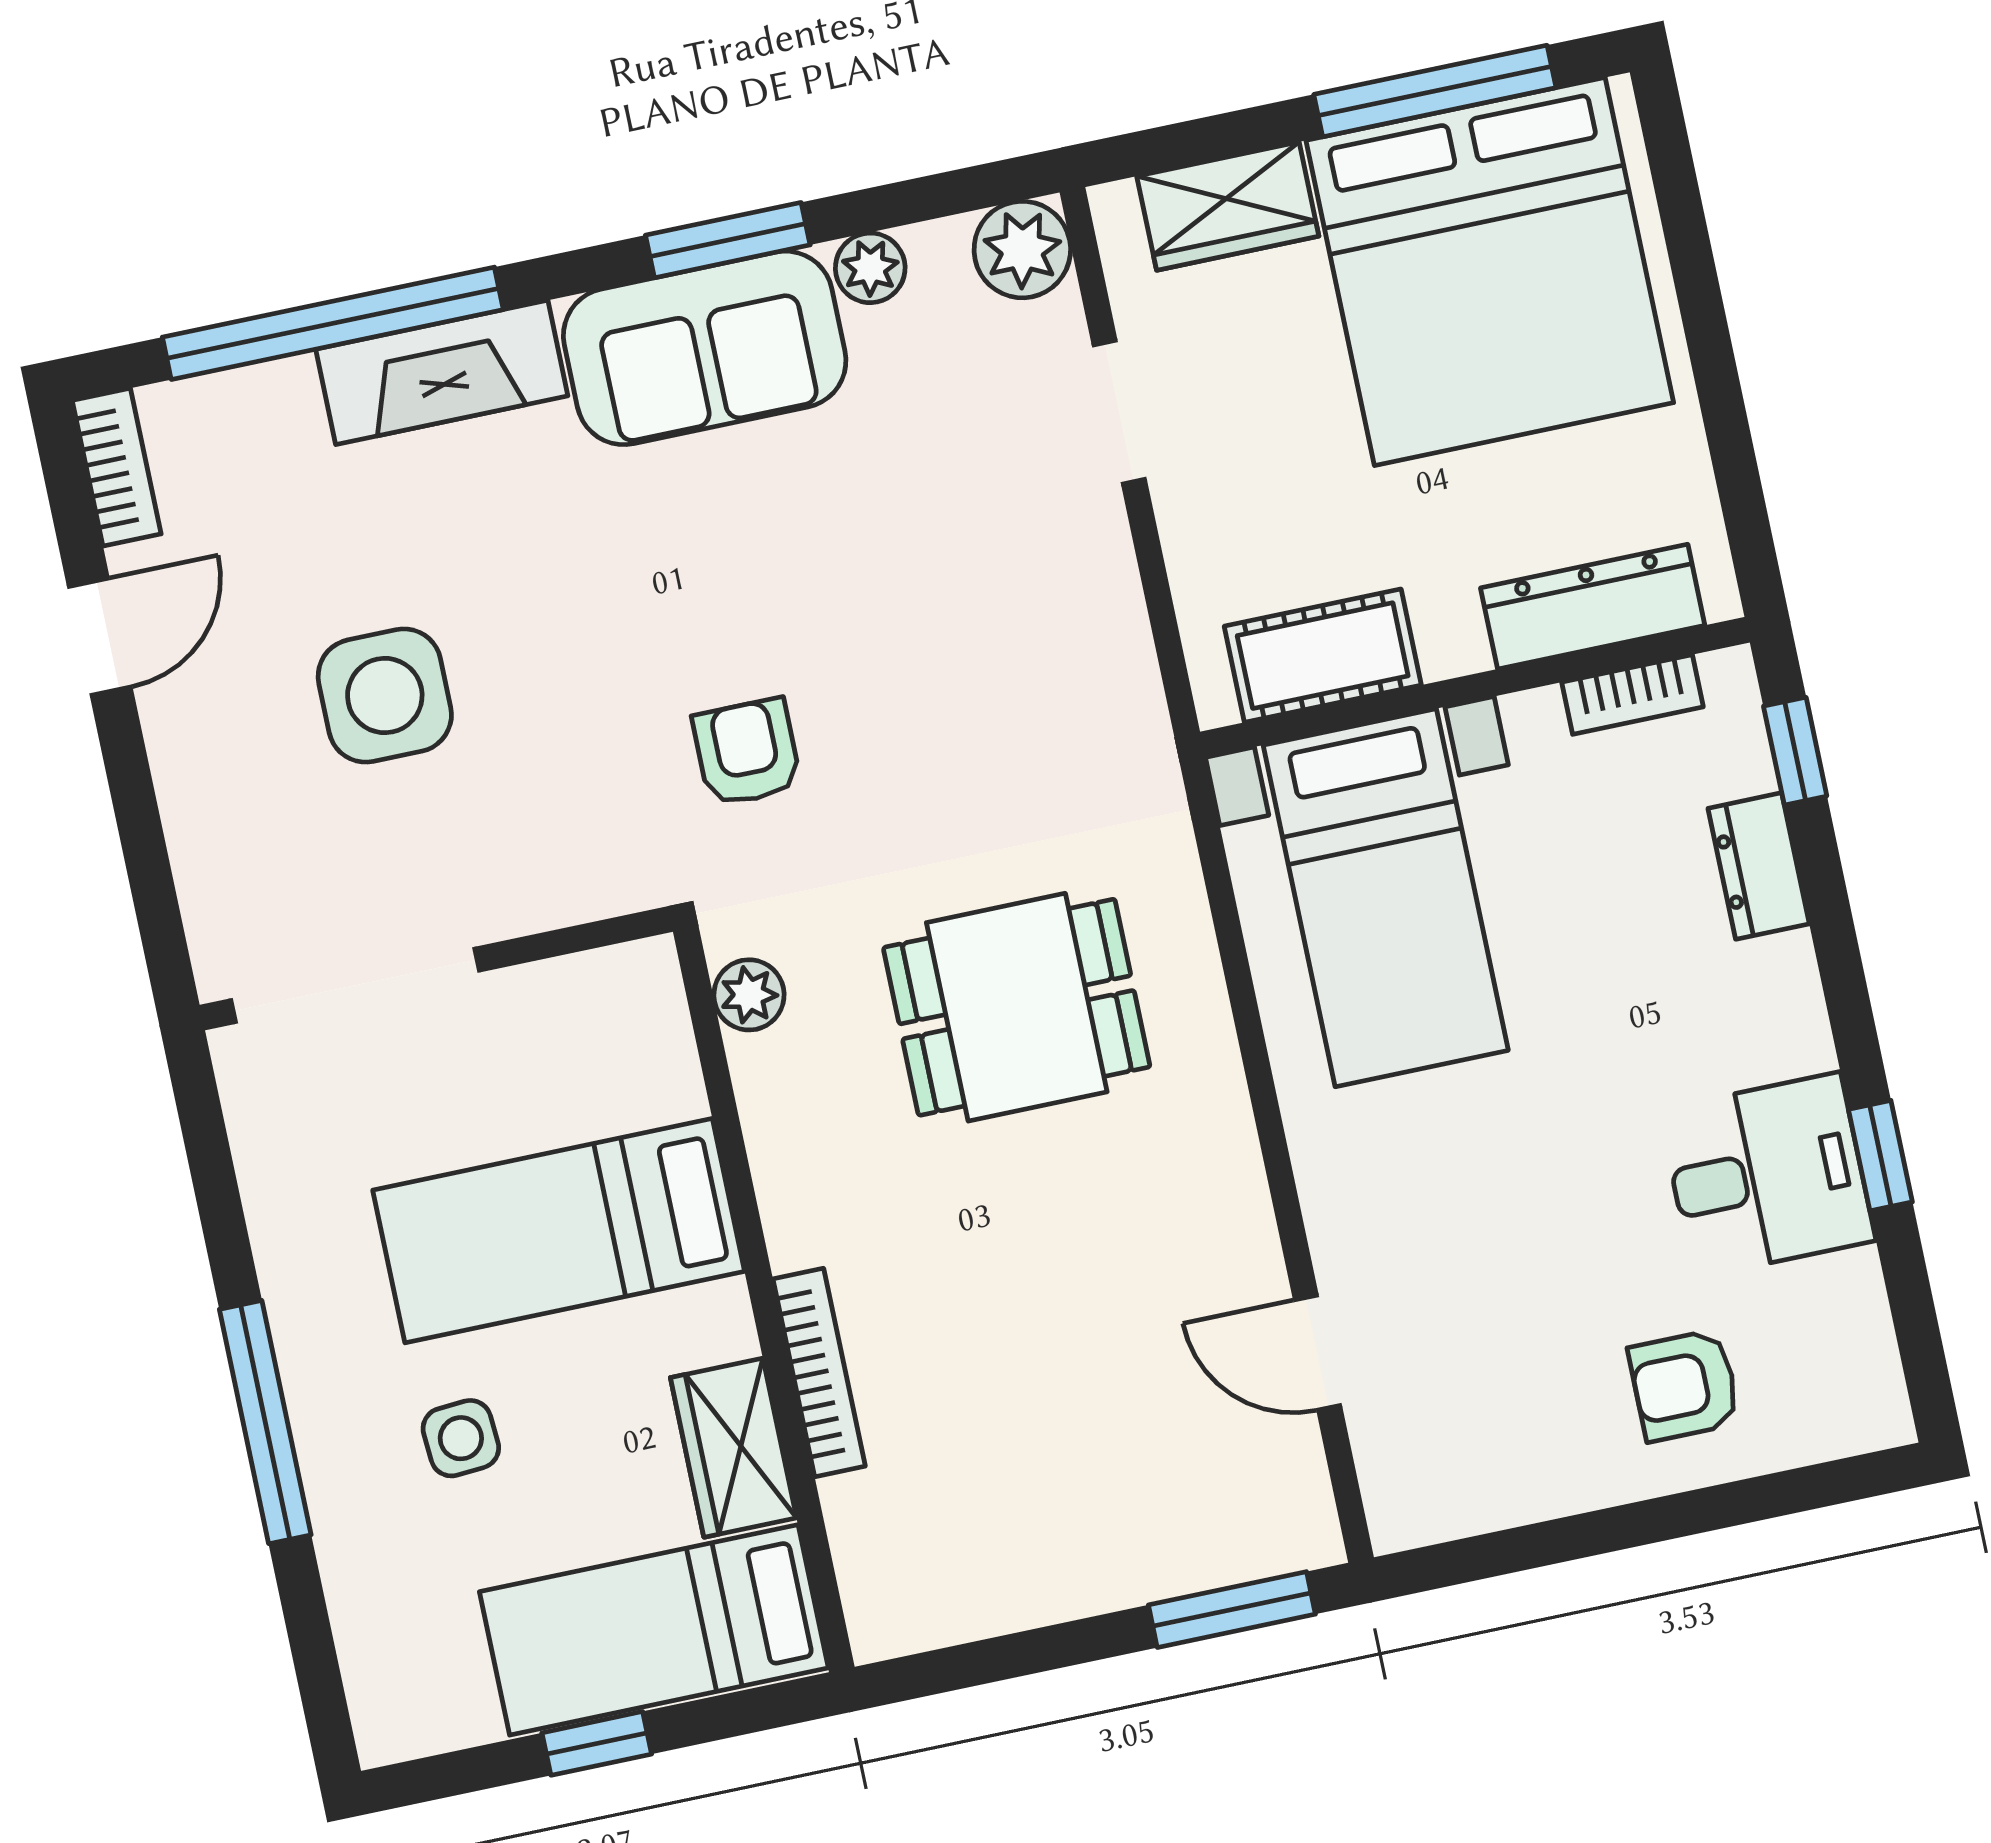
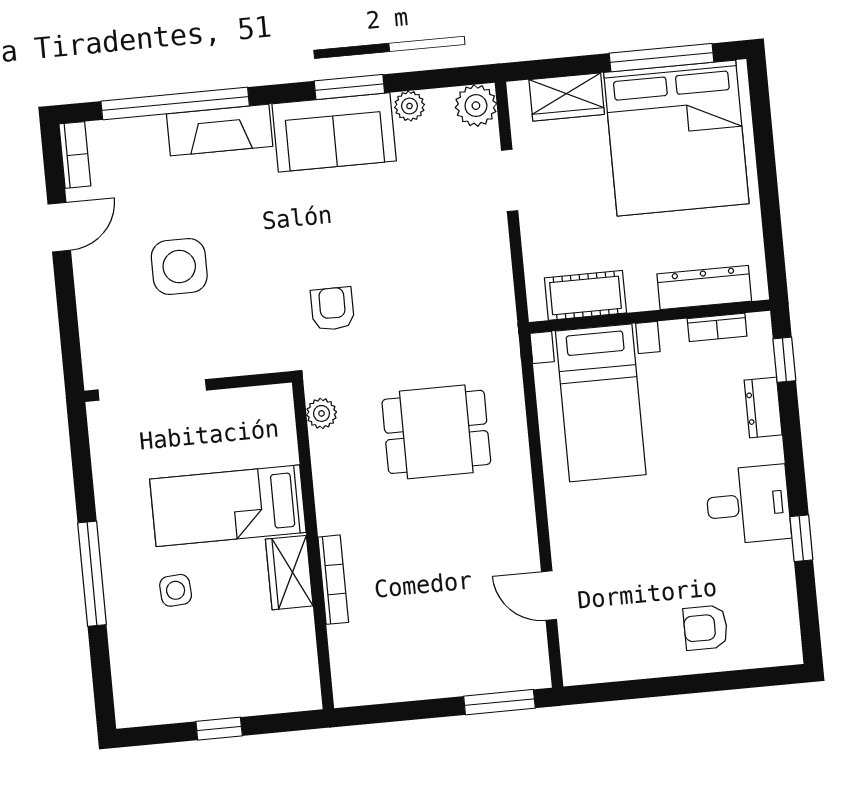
desk: (1767, 1175) -> (748, 505), moved
wardrobe: (733, 1448) -> (289, 573), moved
bed: (654, 1630) -> (249, 682), removed

